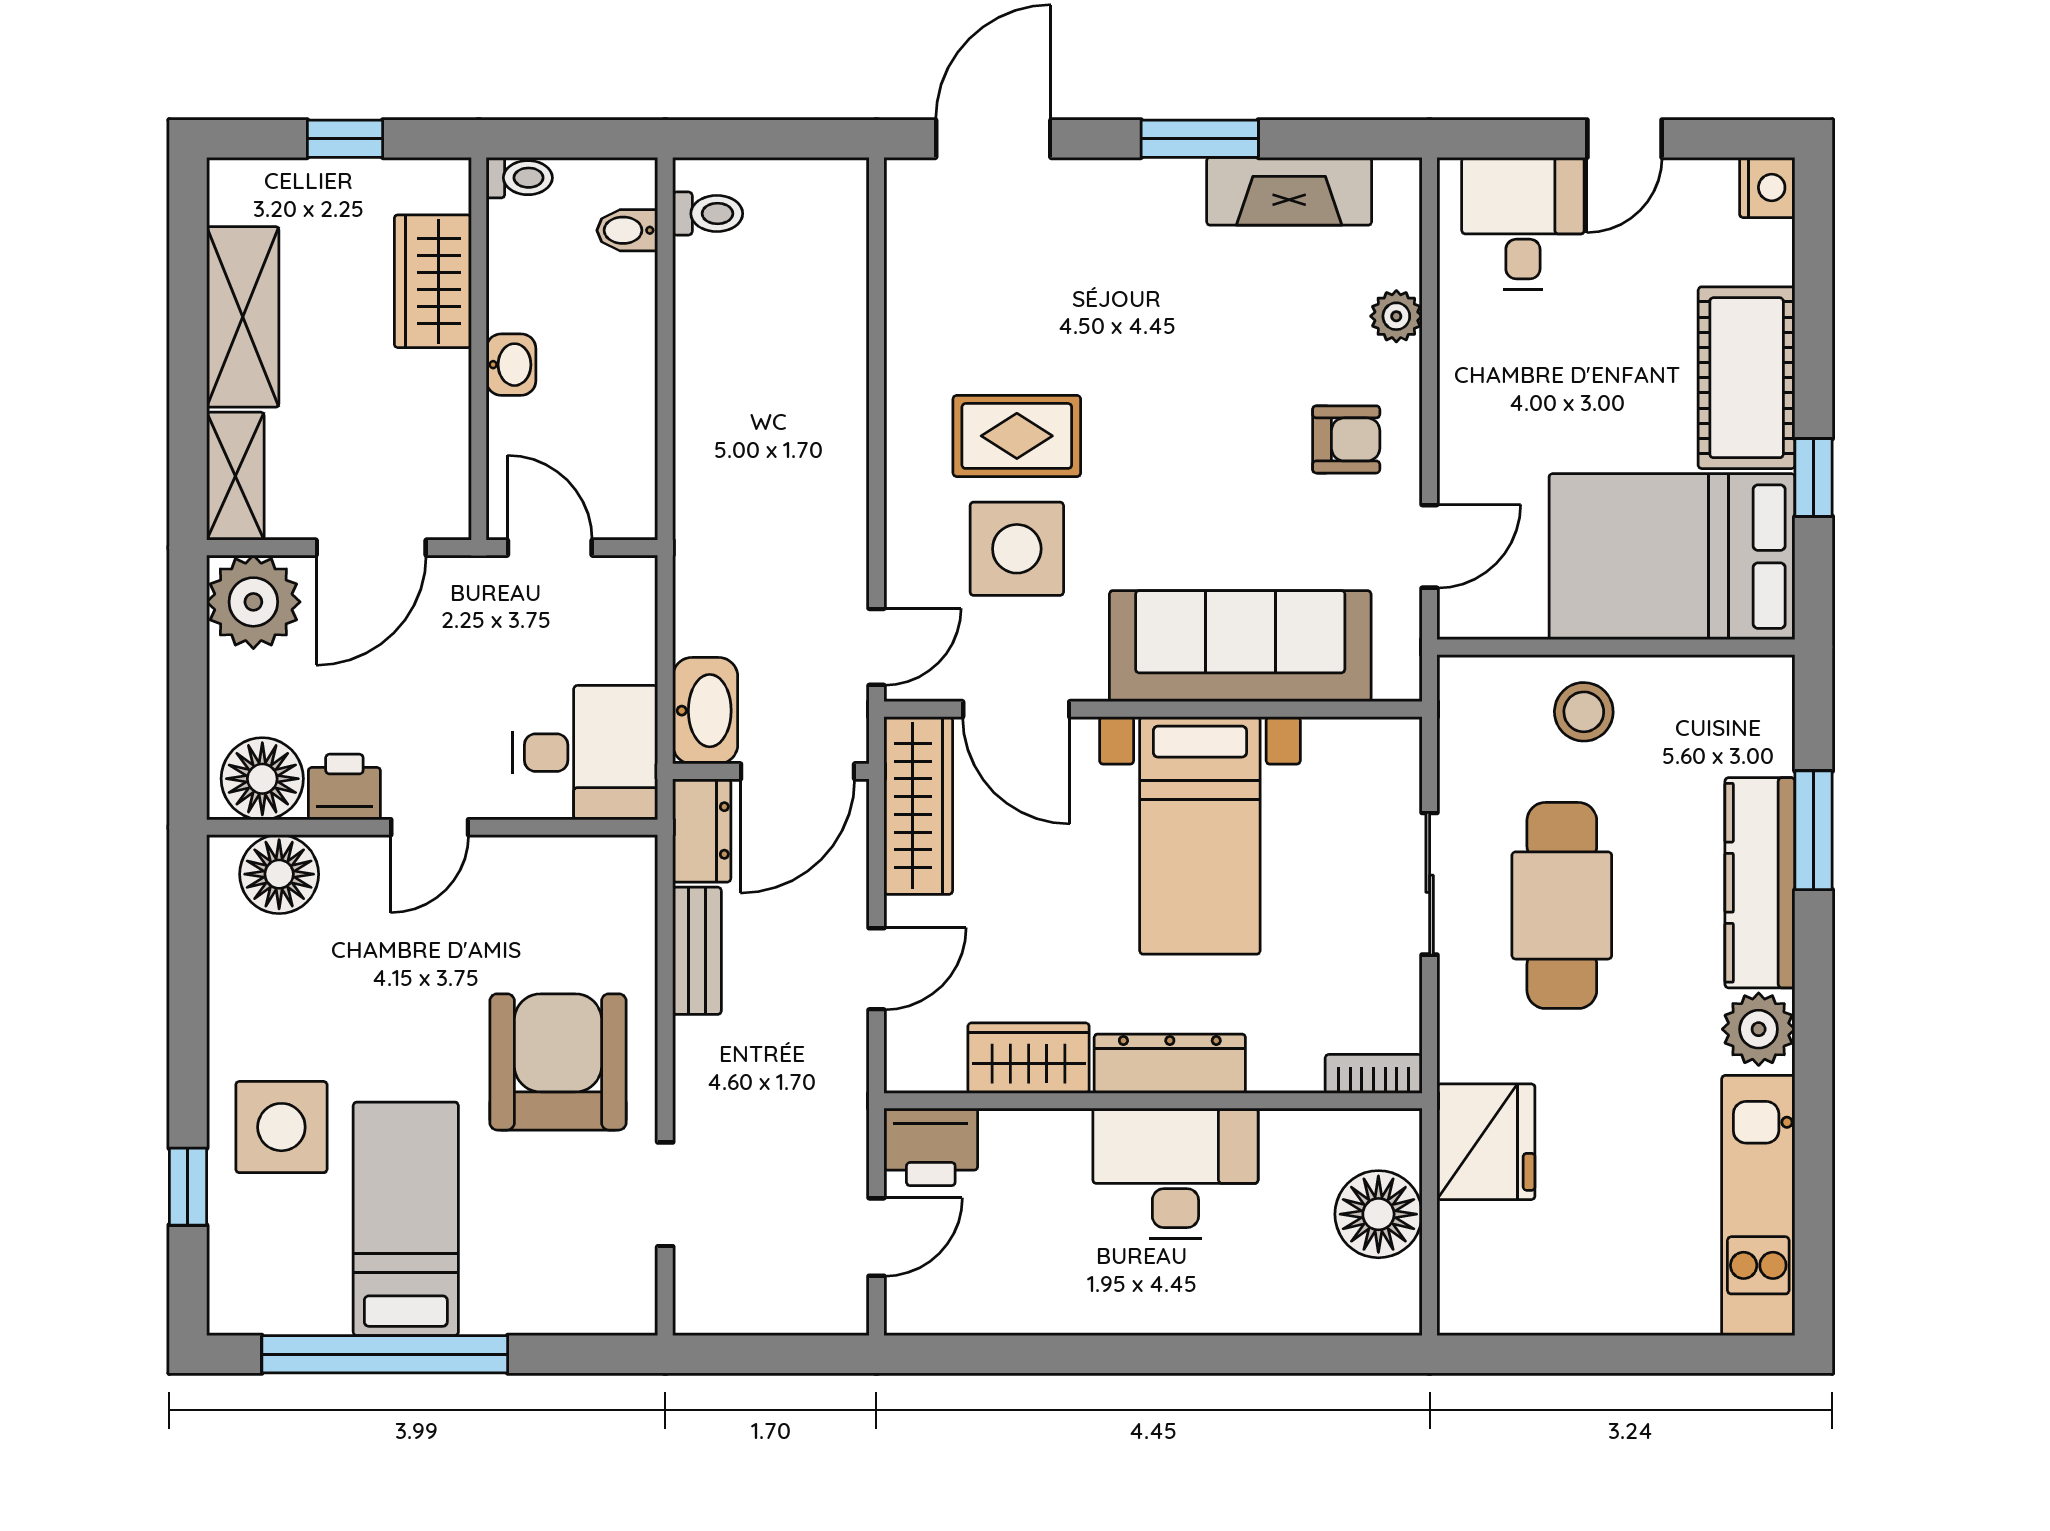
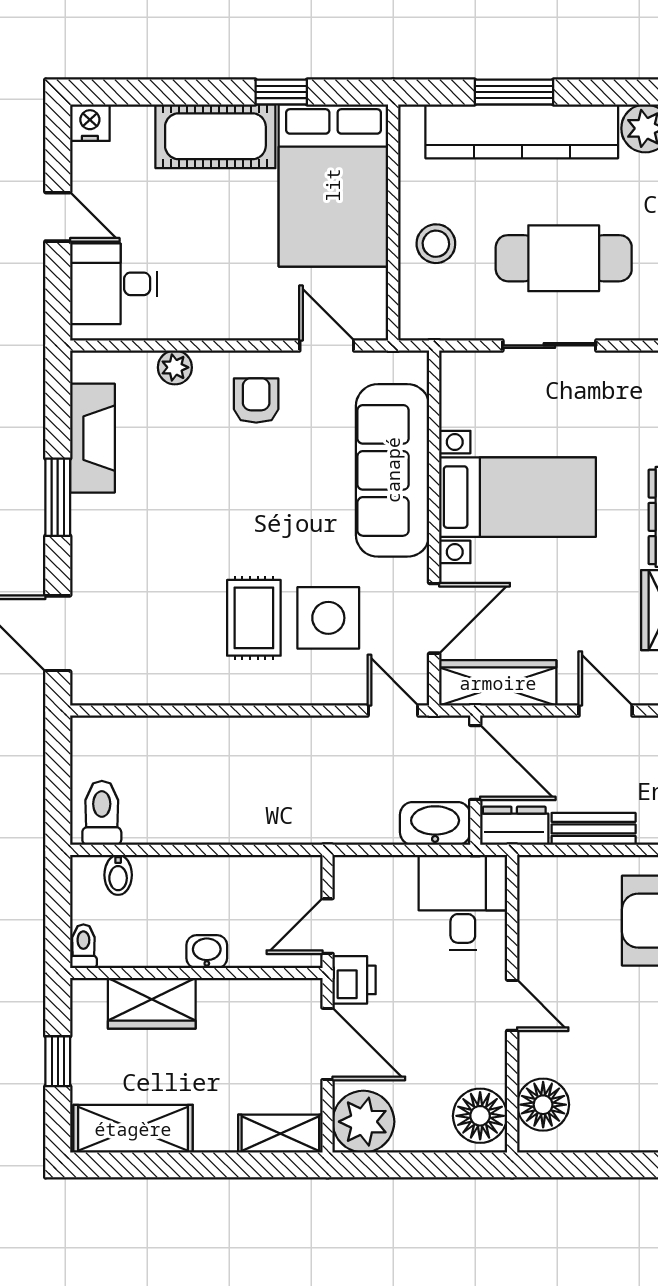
toilet: (708, 214) -> (102, 813), width x1.37, depth x1.39
shelving: (243, 317) -> (133, 1129), moved
printer: (344, 787) -> (354, 980), moved, turned 180
kitchen counter: (1760, 883) -> (522, 131), width x1.39, depth x1.17

